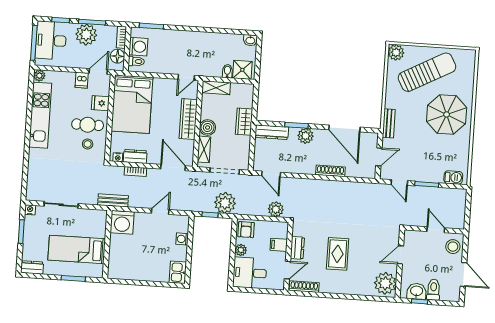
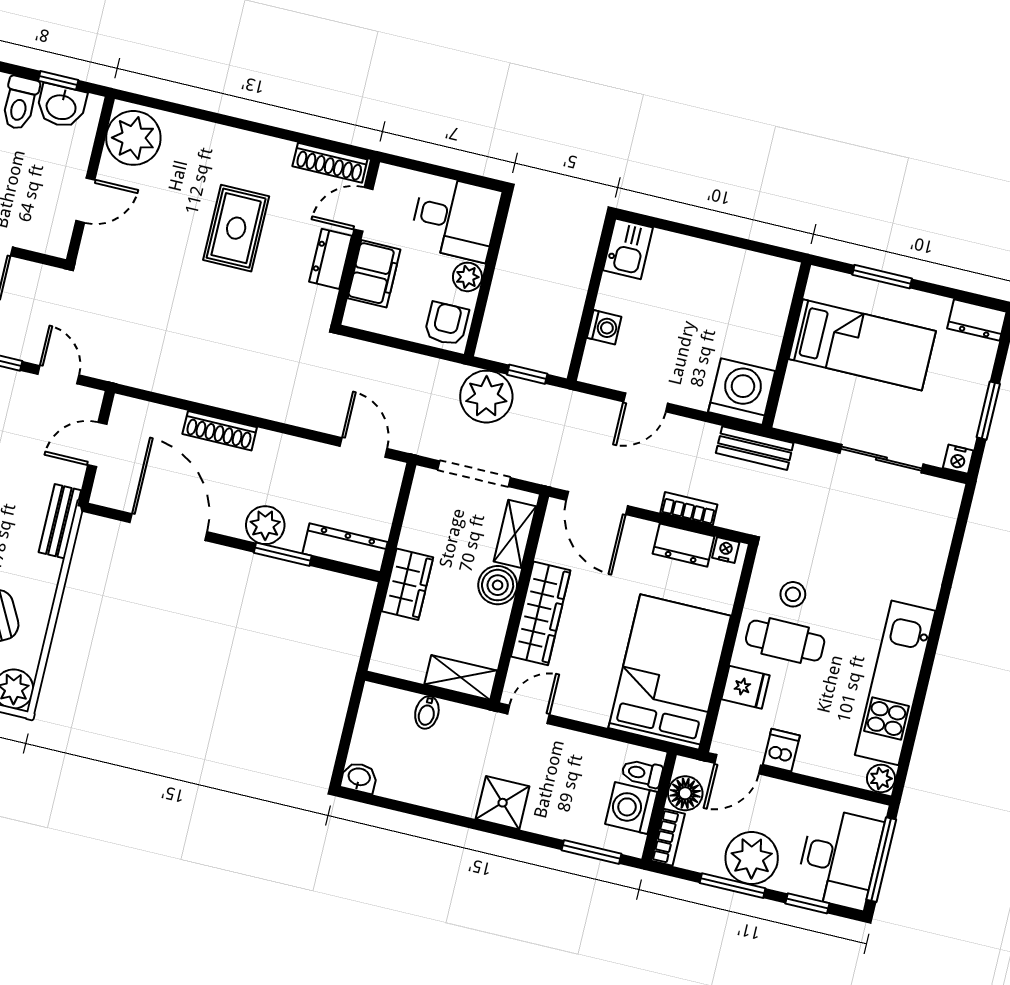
shower: (242, 70) -> (503, 803), moved
plant: (276, 209) -> (367, 361), removed
filing cabinet: (279, 245) -> (374, 274), width x2.00

